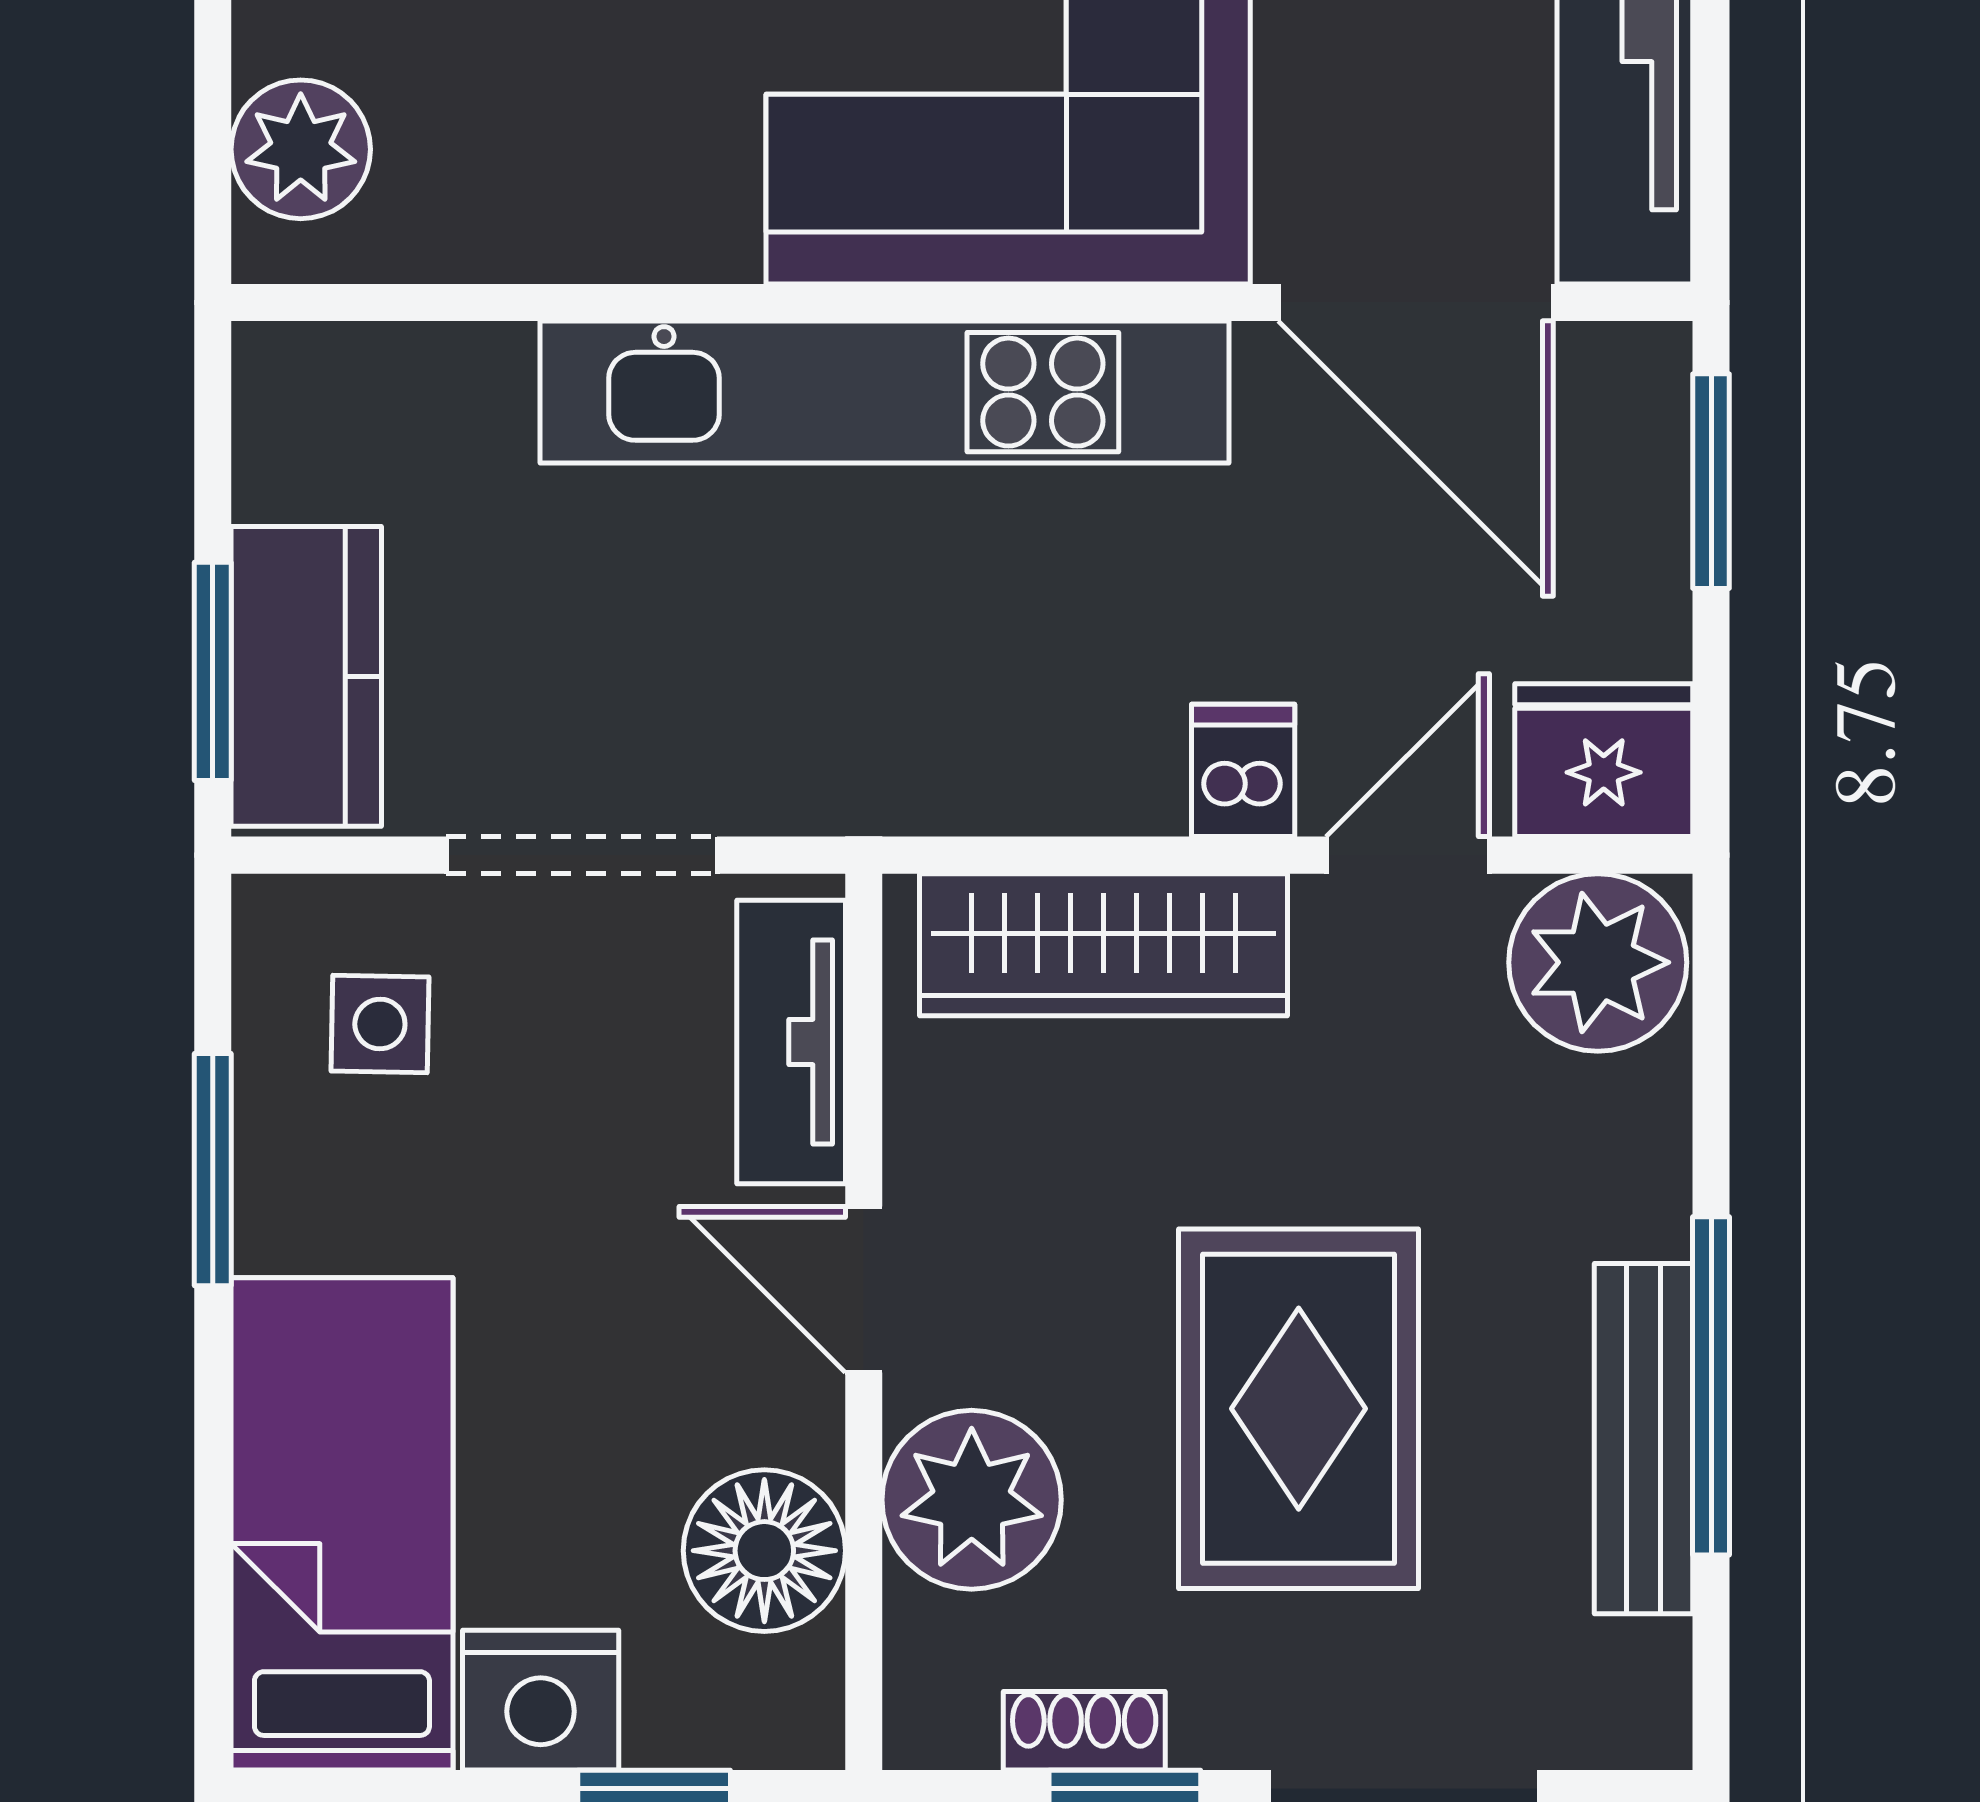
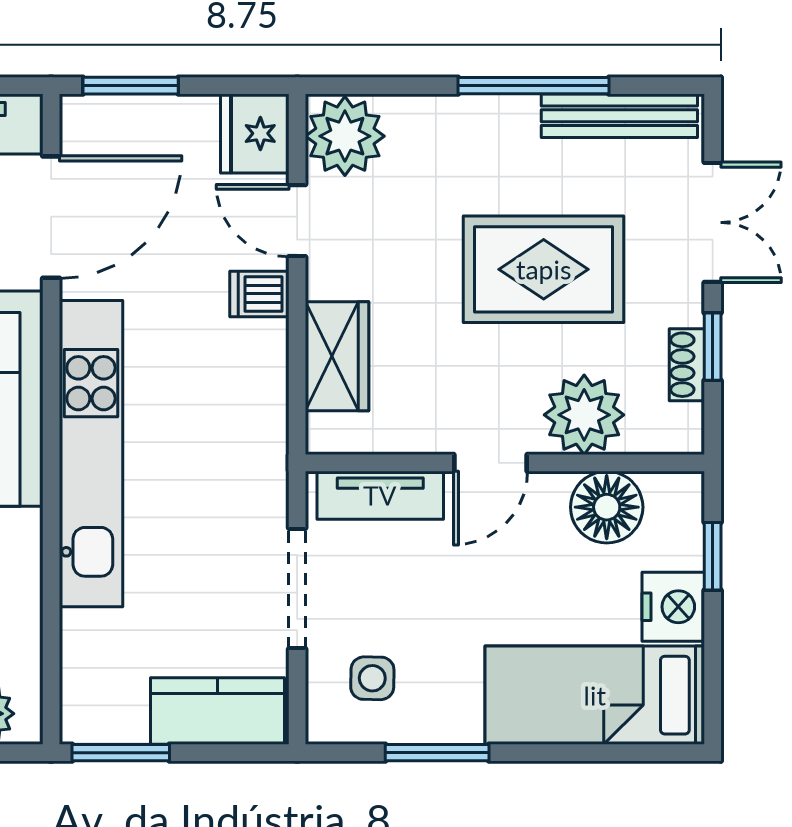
window: (213, 671) -> (121, 753), moved
wardrobe: (1103, 945) -> (337, 356), width x0.67
bench: (1644, 1439) -> (619, 116), moved

